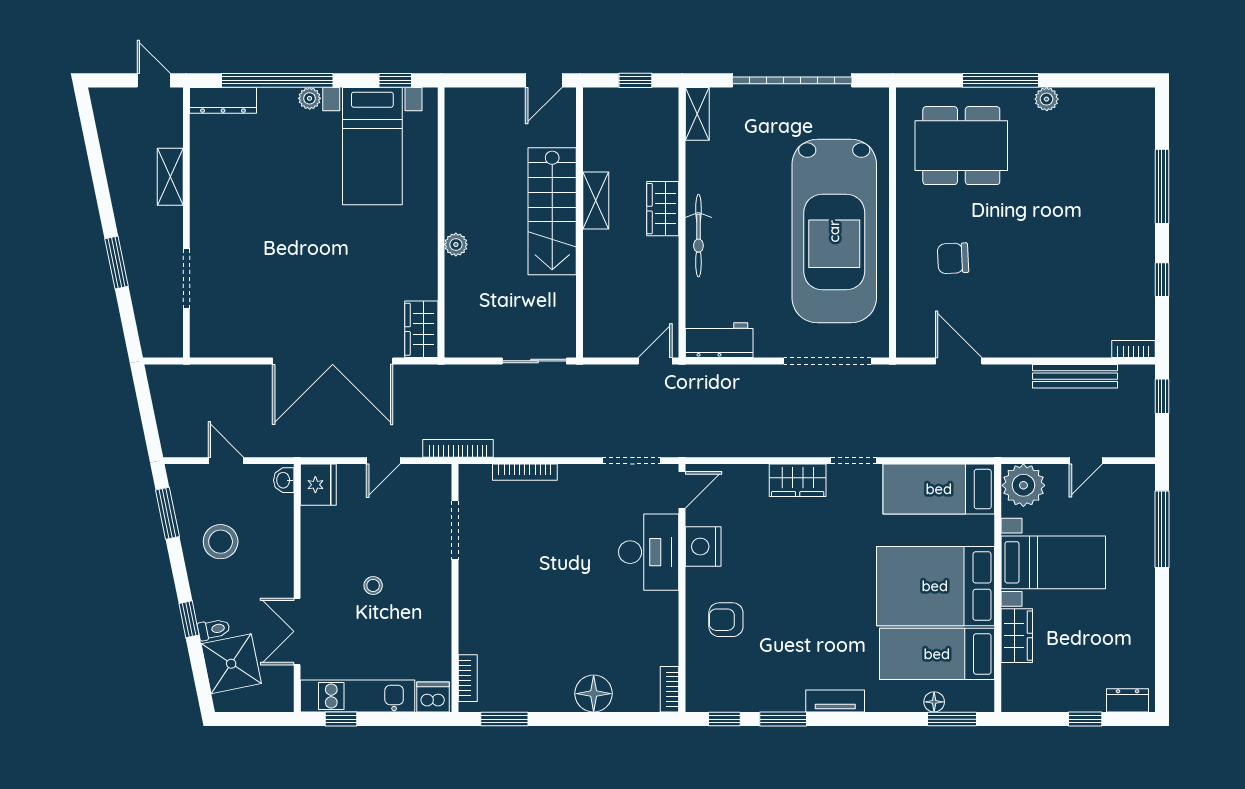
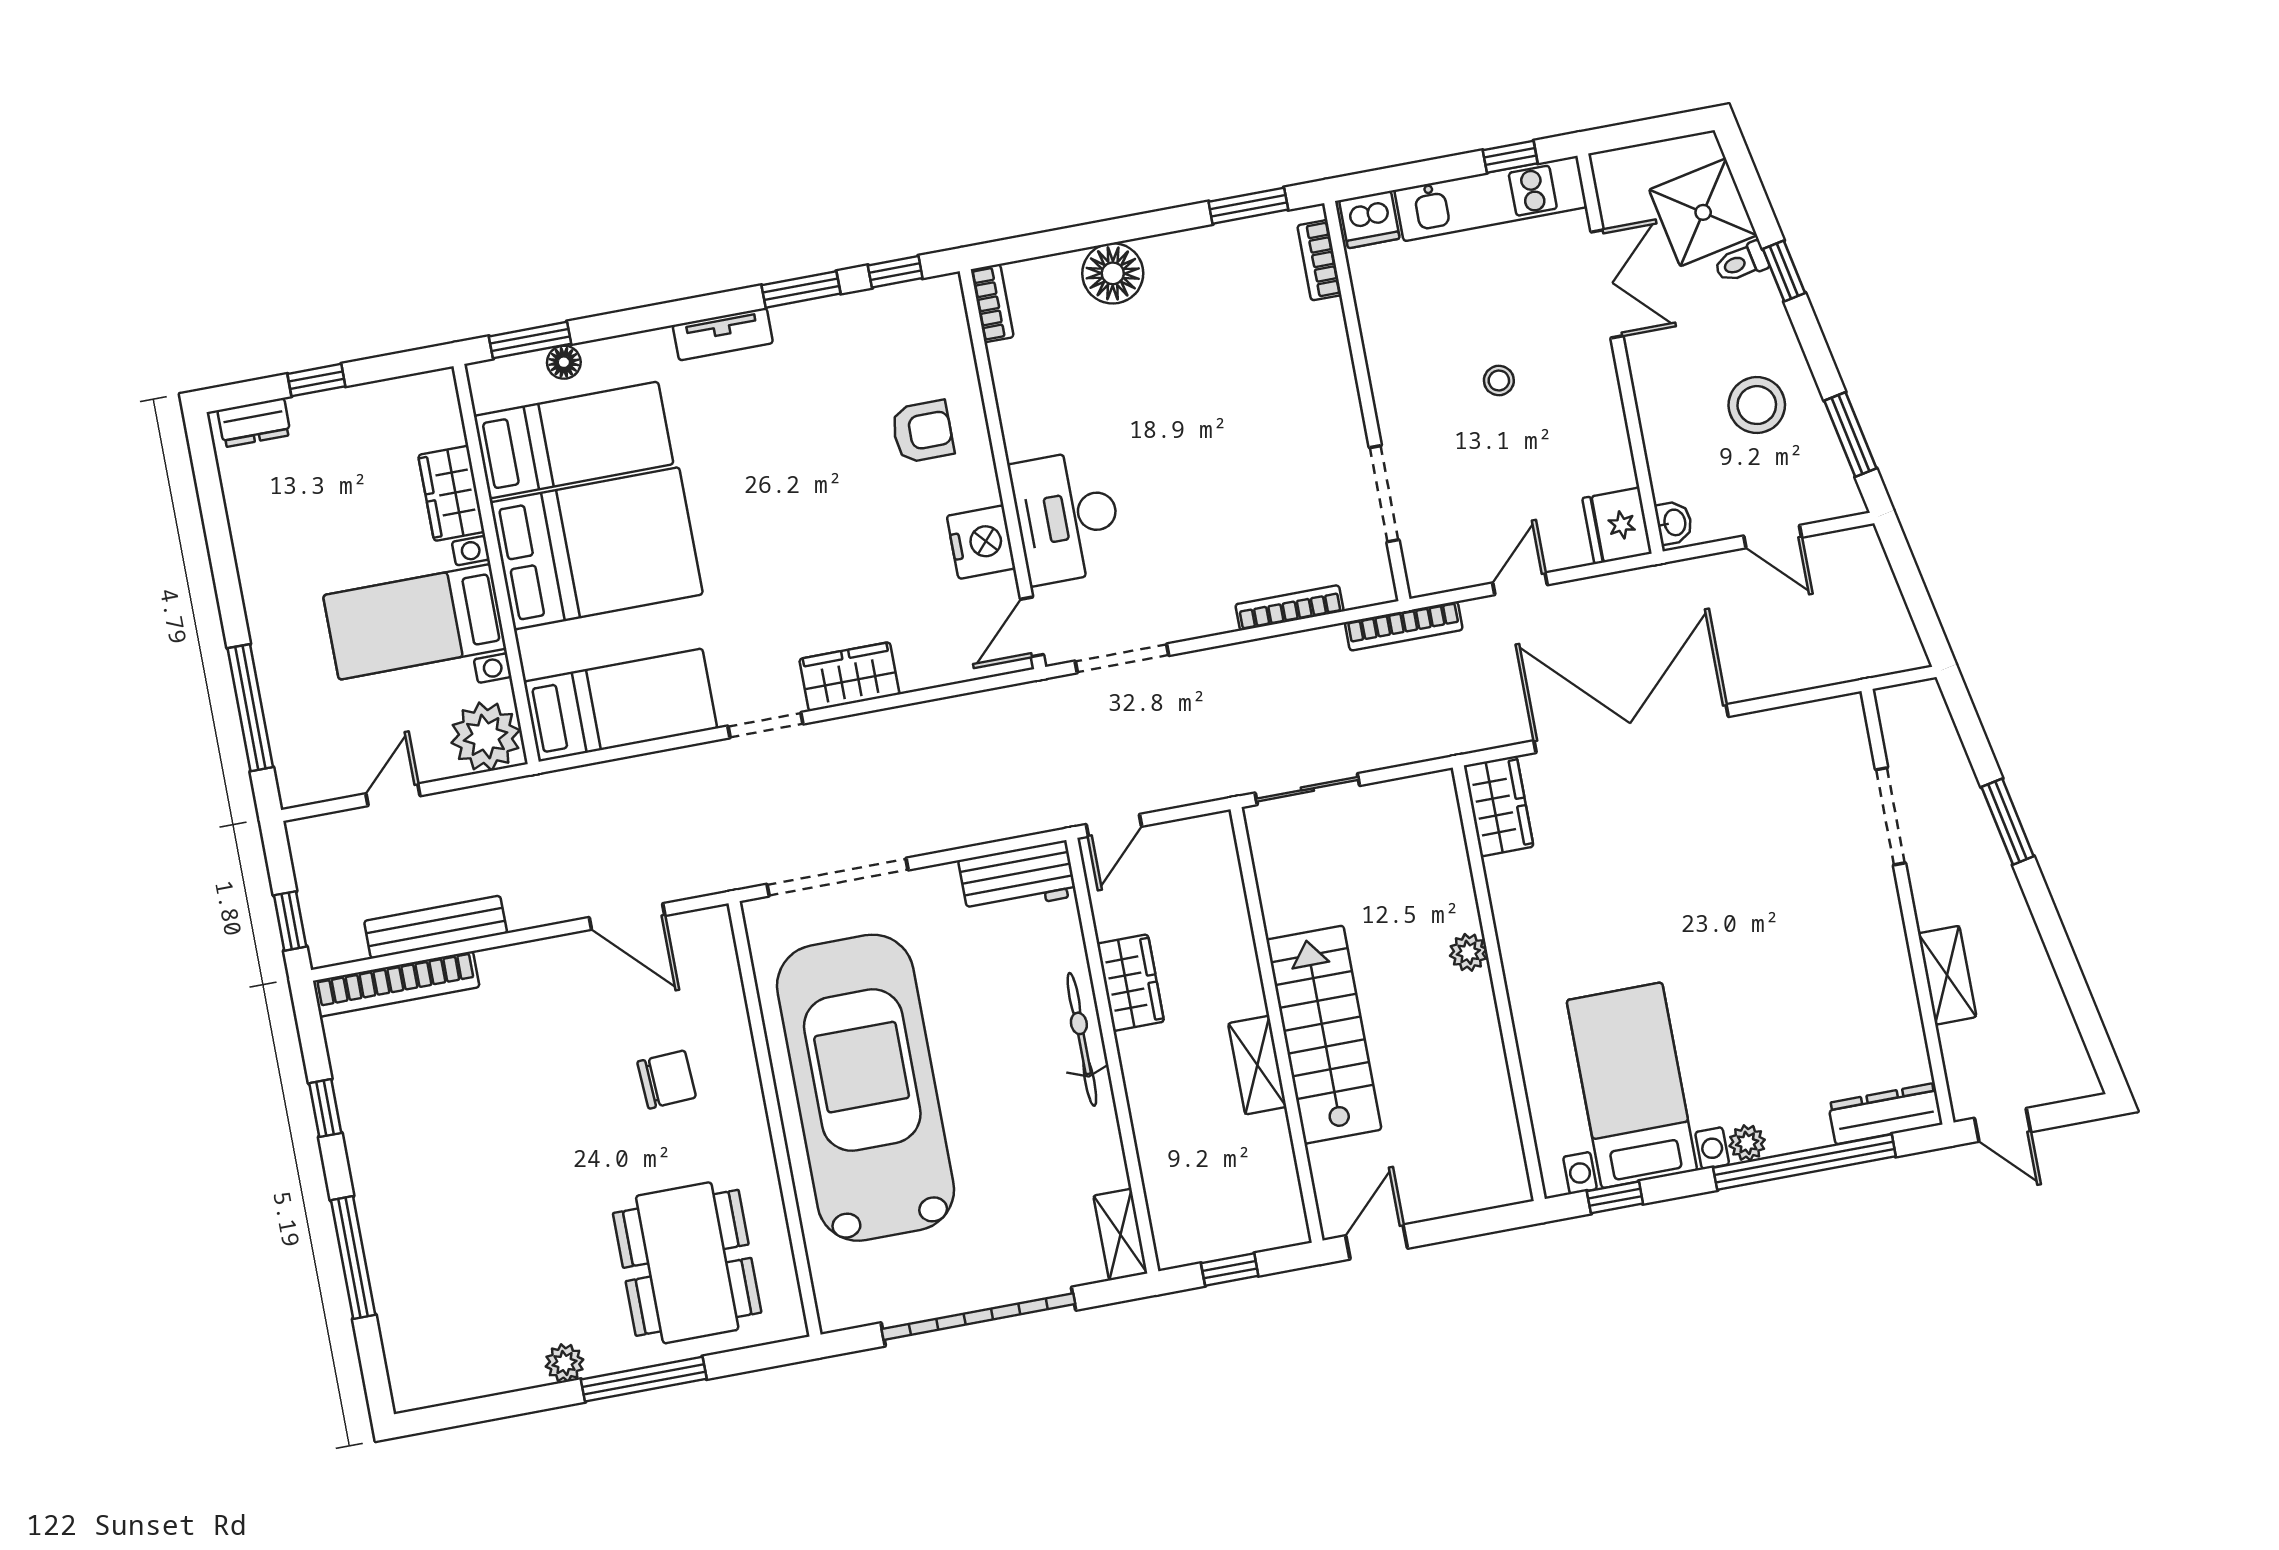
dining table: (961, 146) -> (687, 1263), turned 90
wardrobe: (663, 209) -> (1130, 983), moved
bookcase: (1133, 349) -> (396, 984), width x2.31, depth x1.31

